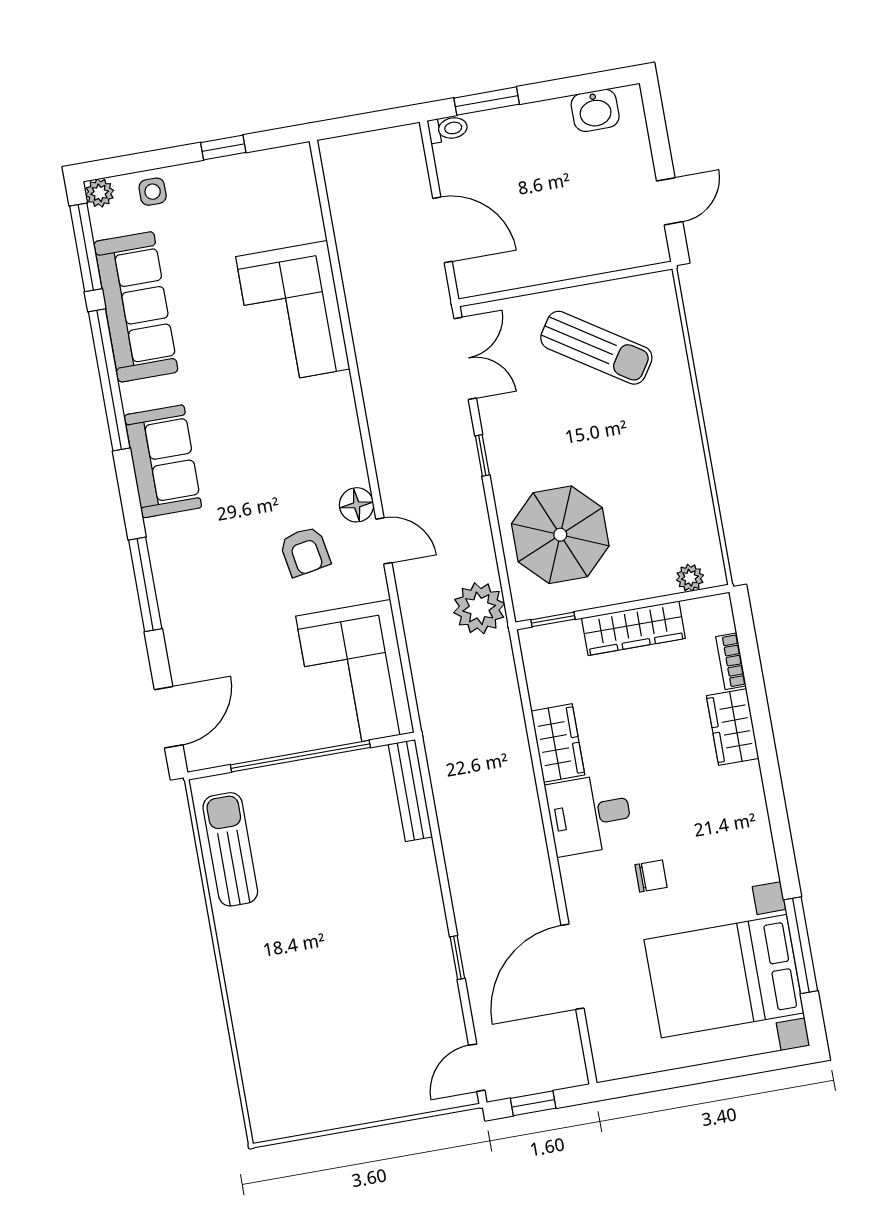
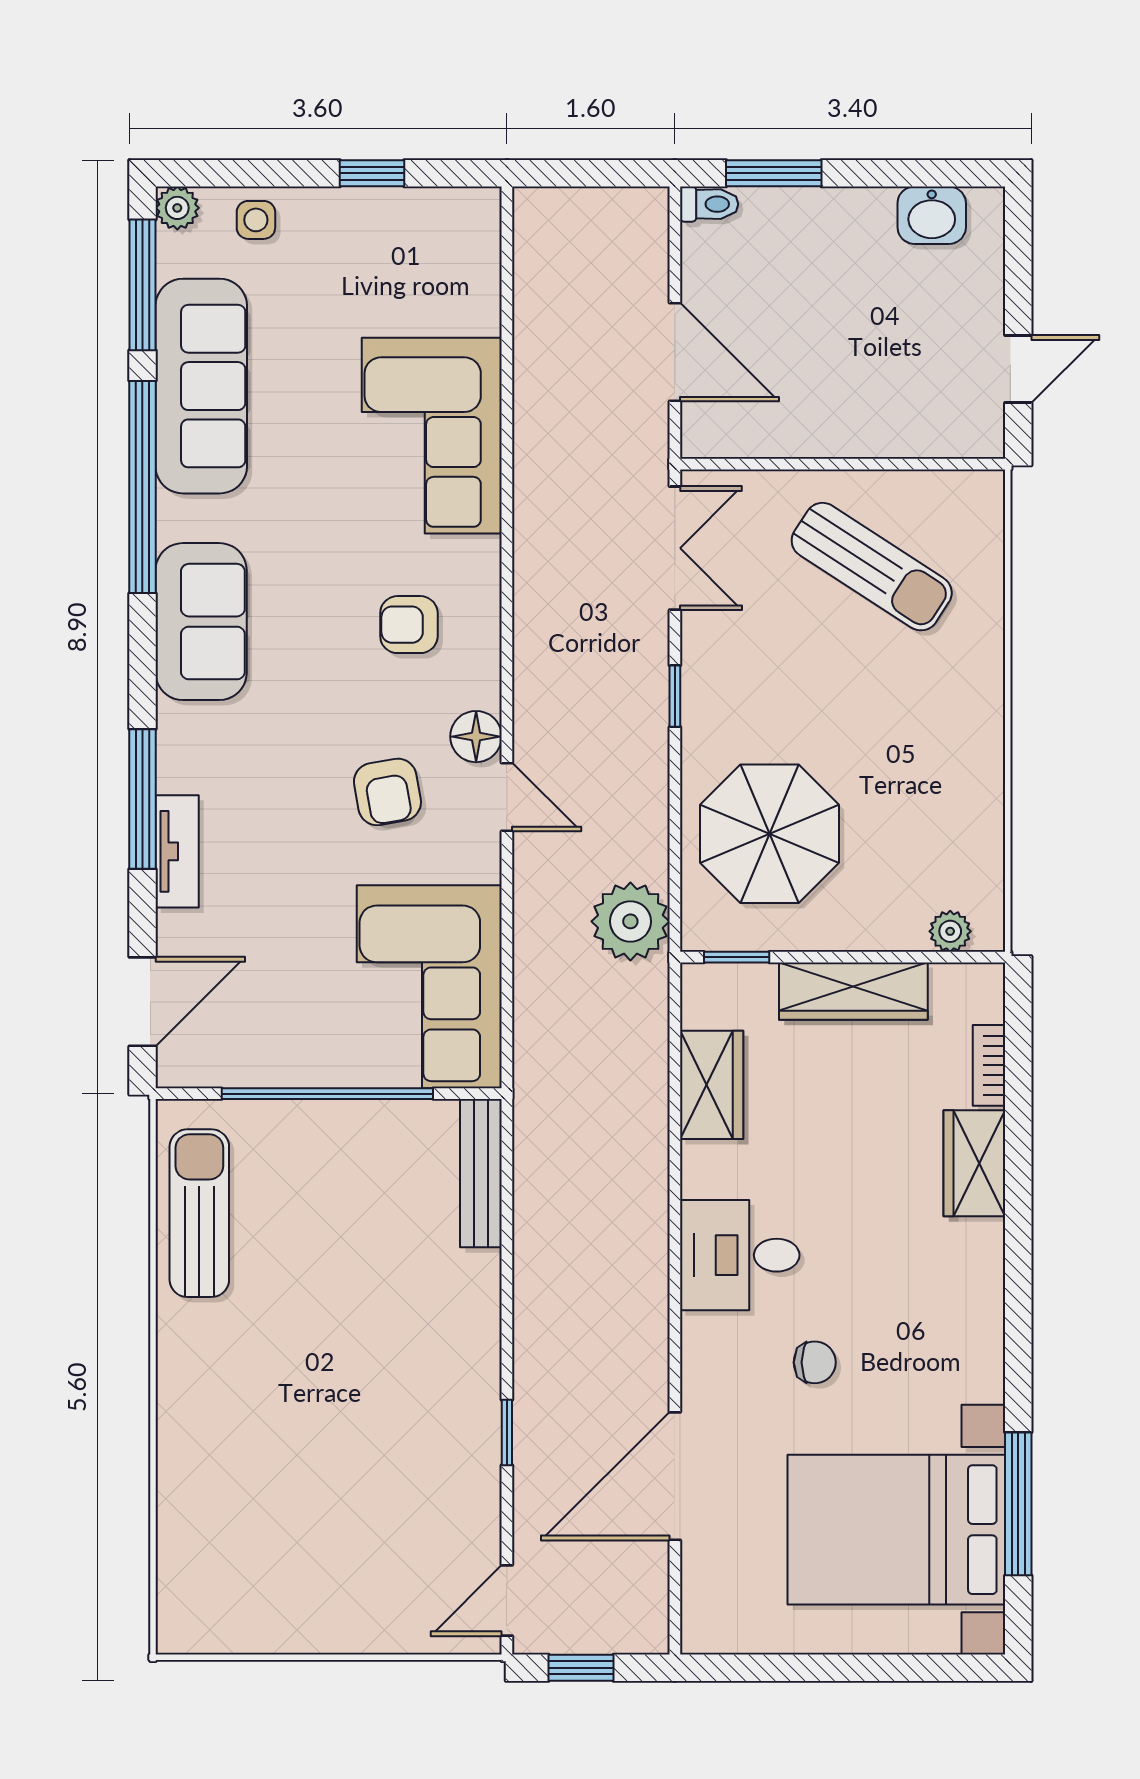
armchair: (300, 439) -> (409, 625), added
tv unit: (174, 615) -> (177, 851), added
wardrobe: (558, 743) -> (712, 1085), moved

